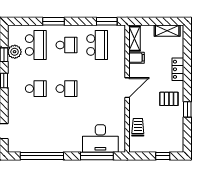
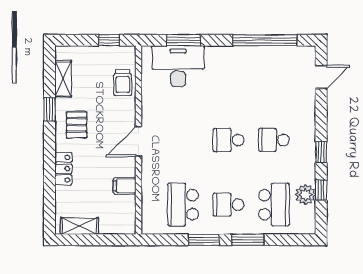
window: (107, 21) -> (204, 240), moved
shelving: (135, 39) -> (63, 79), moved
school desk: (36, 45) -> (274, 205), turned 180
pallet: (169, 99) -> (77, 125), turned 90
window: (97, 156) -> (183, 40), width x0.69
window: (163, 156) -> (109, 40), moved

